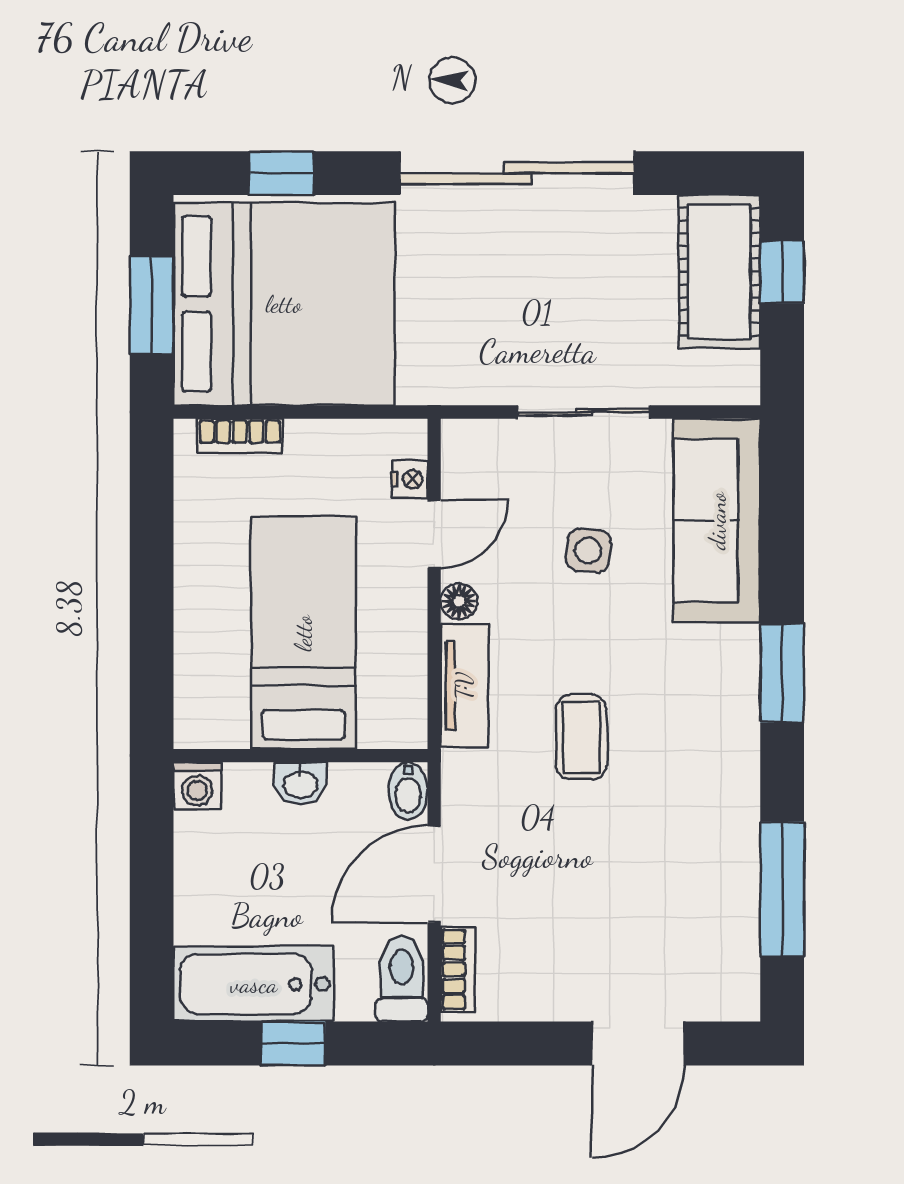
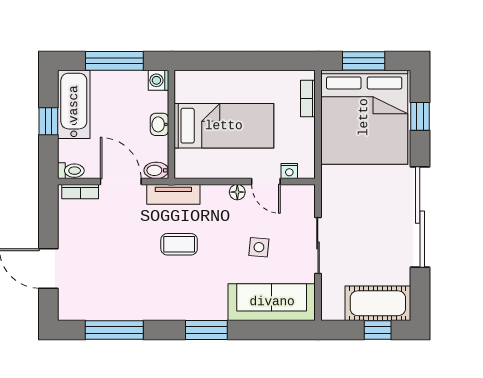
tv unit: (464, 686) -> (173, 194), moved
window: (152, 889) -> (114, 61), added
toilet: (402, 979) -> (71, 171), width x0.73, depth x0.72

